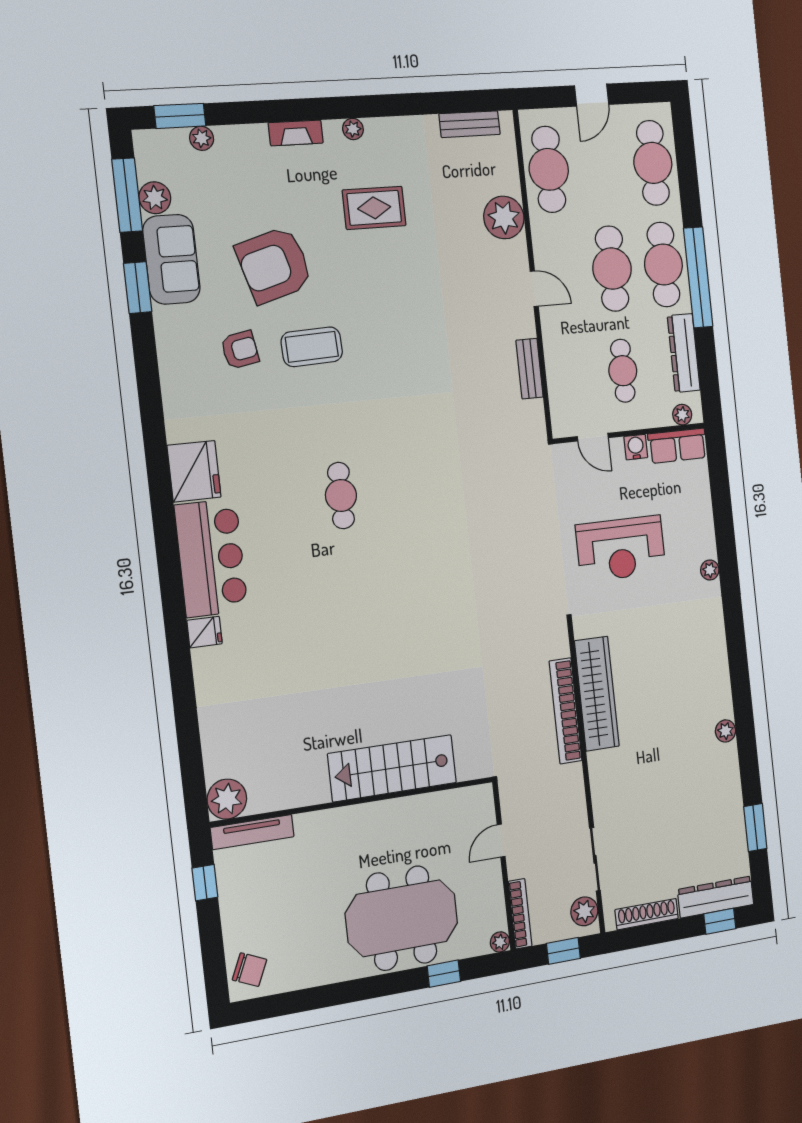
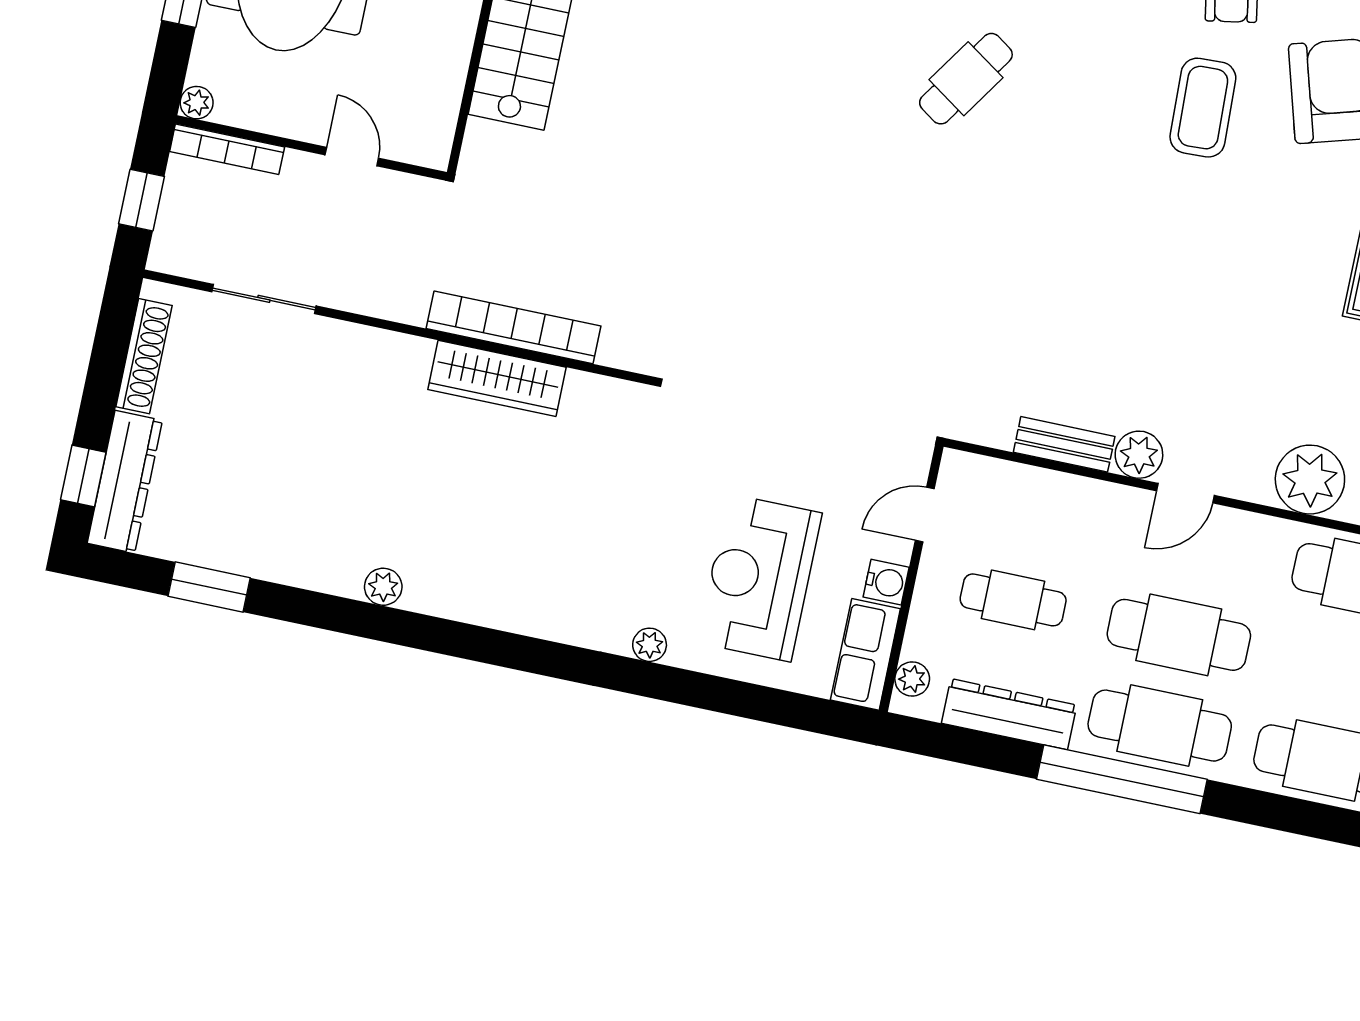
cafe table: (341, 496) -> (966, 79), turned -56
reception desk: (621, 549) -> (760, 578), moved
wardrobe: (597, 694) -> (497, 378), width x0.71, depth x0.85
plant: (584, 911) -> (1139, 455), moved

